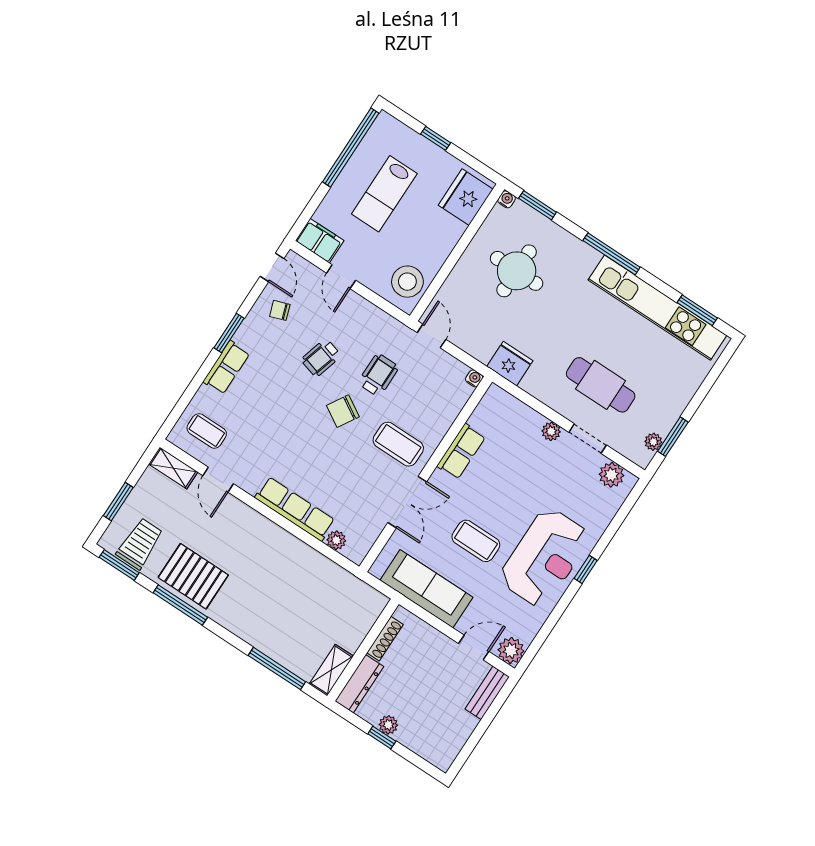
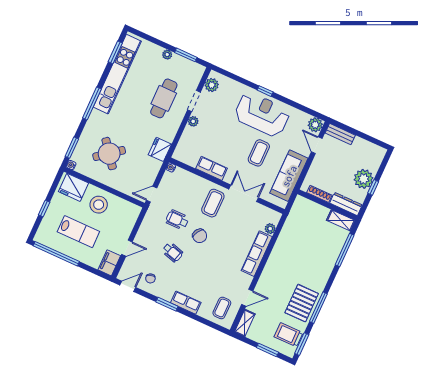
round table: (517, 271) -> (109, 154), turned -38
stool: (407, 282) -> (99, 205), moved
plant: (653, 442) -> (167, 55), moved
plant: (388, 725) -> (364, 179), width x1.87, depth x1.87

